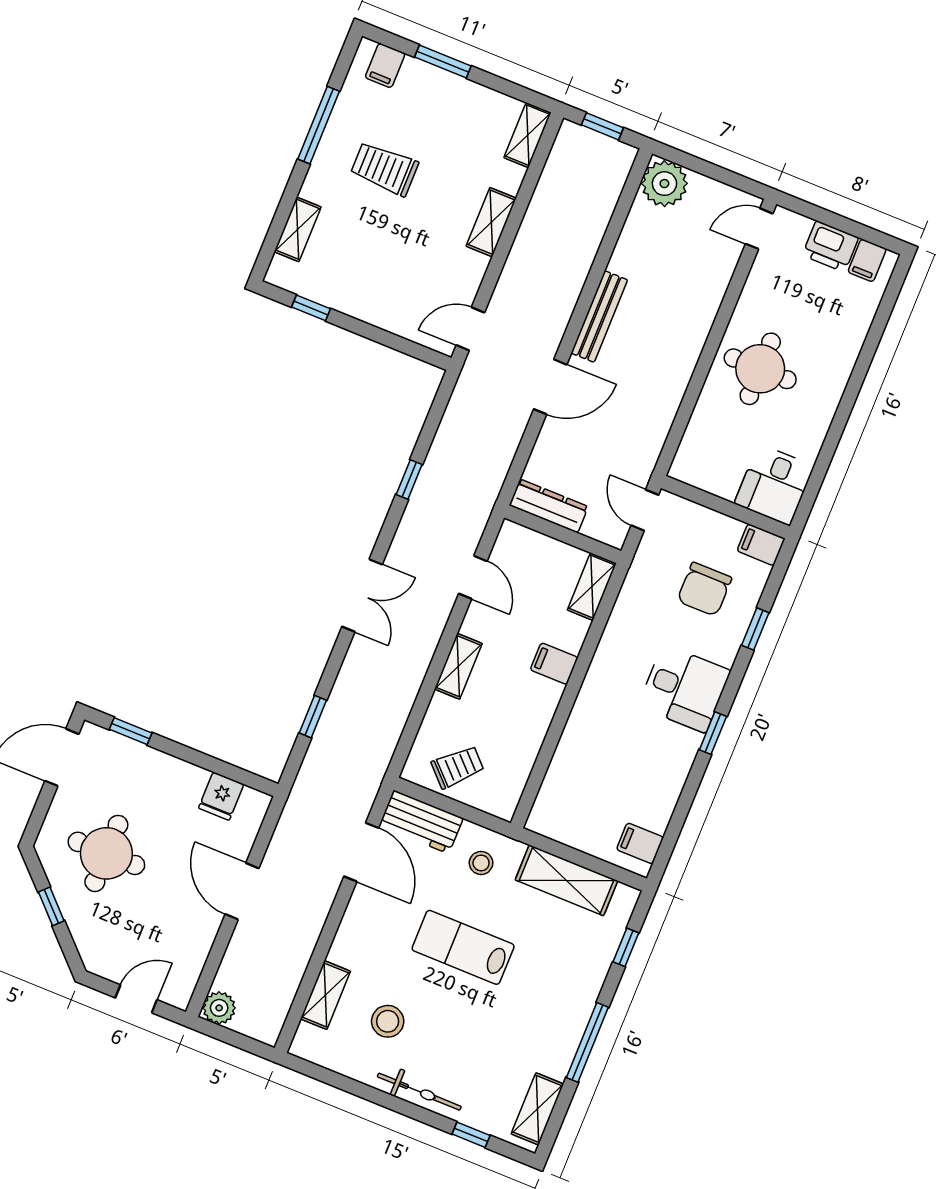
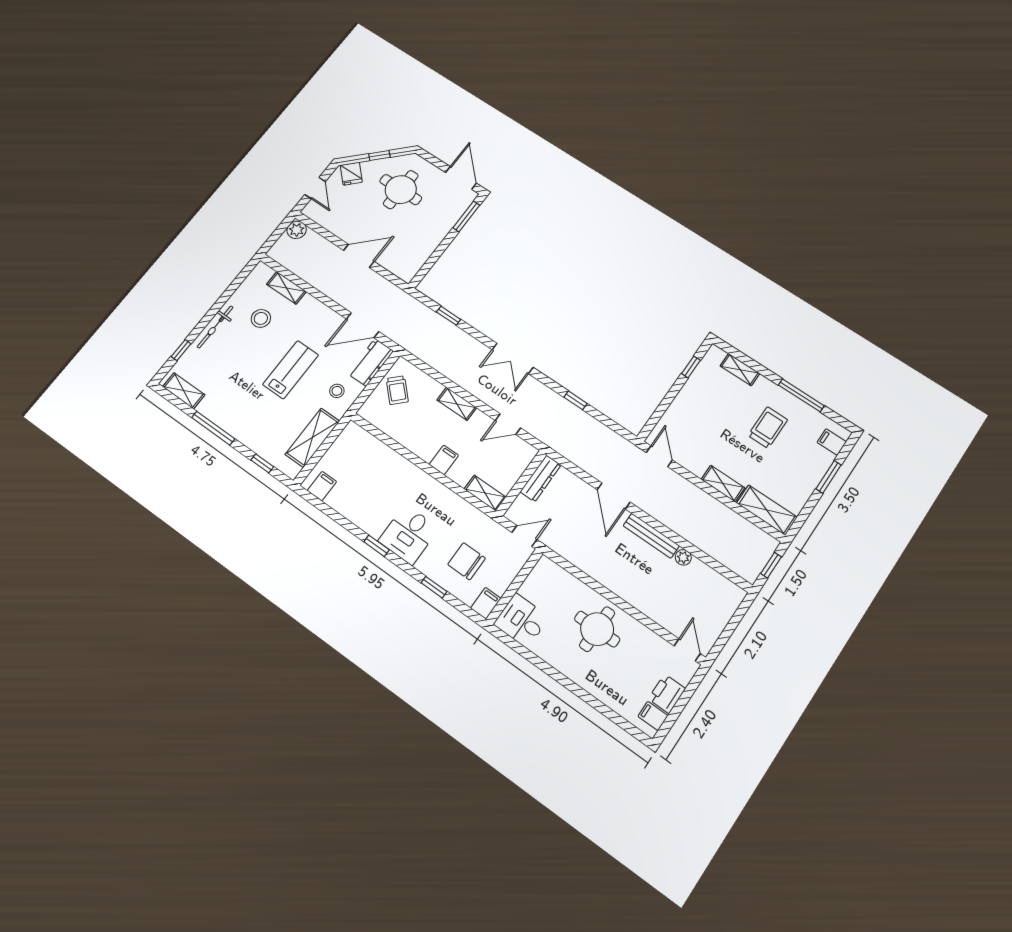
shelving: (528, 135) -> (767, 510), width x1.50, depth x1.33
plant: (664, 184) -> (683, 557), moved, width x0.53, depth x0.53
window: (131, 731) -> (466, 216), width x1.50
fridge: (221, 796) -> (351, 174), moved, turned -135

